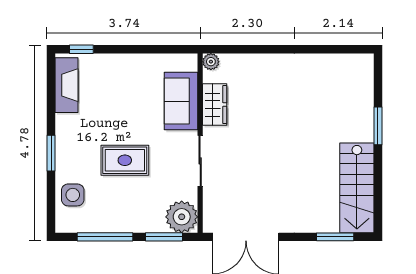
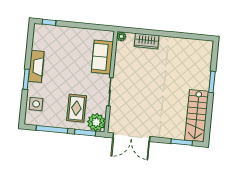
fireplace: (66, 85) -> (36, 66), moved
wardrobe: (215, 105) -> (147, 41), moved, turned 90
rug: (125, 160) -> (76, 108), moved, turned 90

